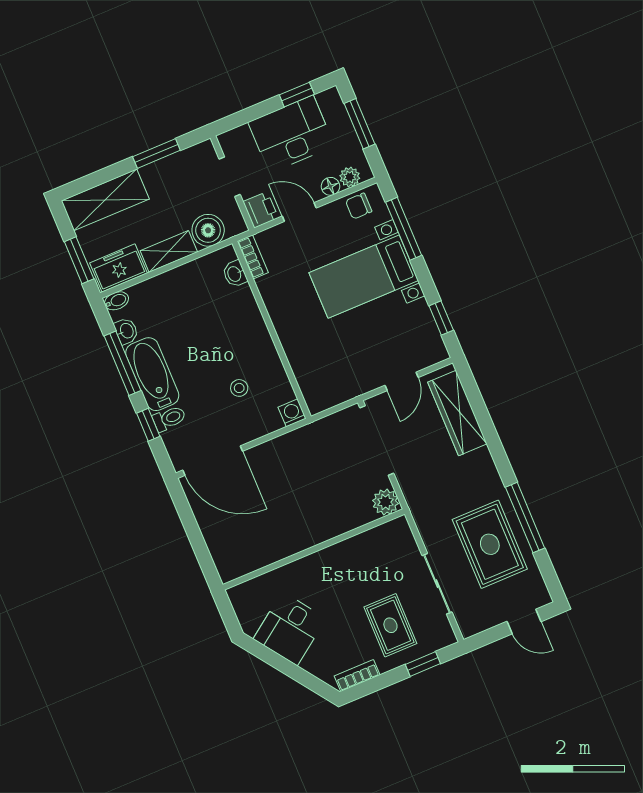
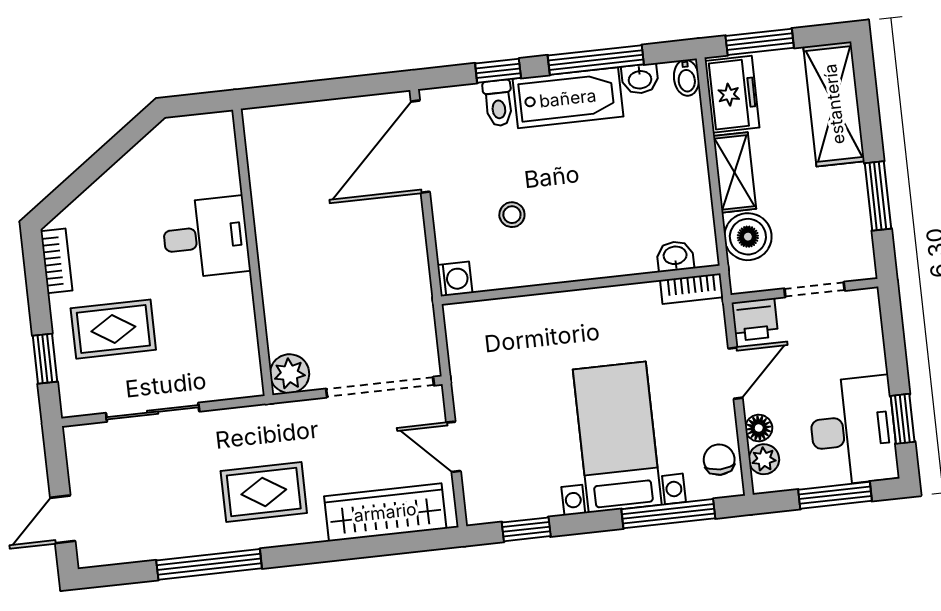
desk: (291, 134) -> (853, 431), moved
rug: (490, 544) -> (264, 492), moved, width x0.73, depth x0.70
desk: (290, 629) -> (206, 237), moved, turned 126

